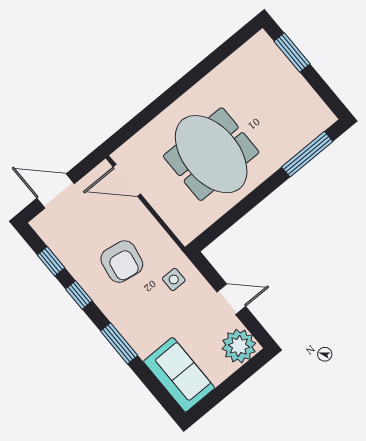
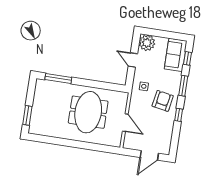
door: (127, 180) -> (125, 123), moved
door: (56, 191) -> (149, 155), hinge flipped
window: (51, 261) -> (187, 58), moved
armchair: (122, 262) -> (163, 101), moved

